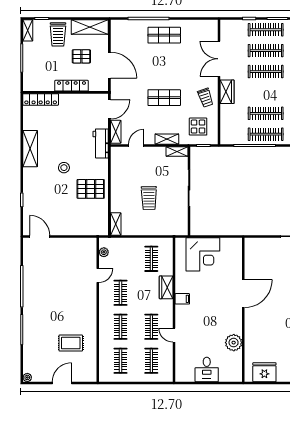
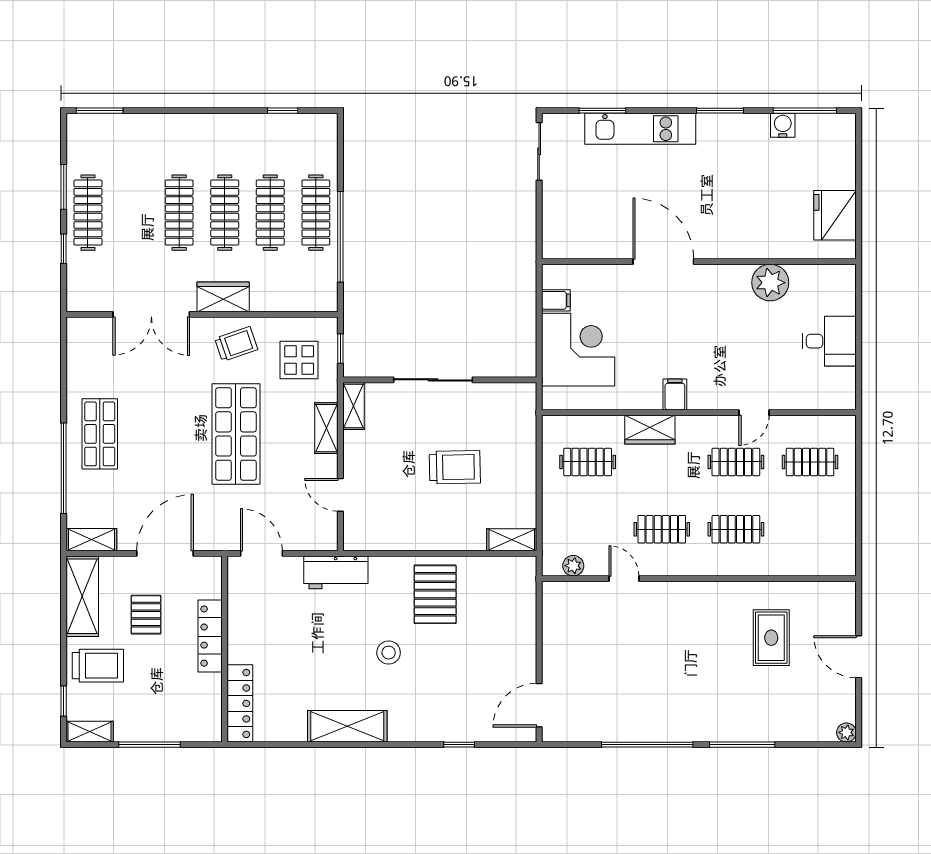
clothes rail: (266, 51) -> (225, 213), moved
shop shelf: (164, 98) -> (236, 434), width x1.43, depth x1.36
shelving: (116, 132) -> (91, 540), moved
filing cabinet: (225, 244) -> (556, 300), added
clothes rail: (121, 361) -> (810, 529), removed

